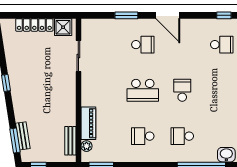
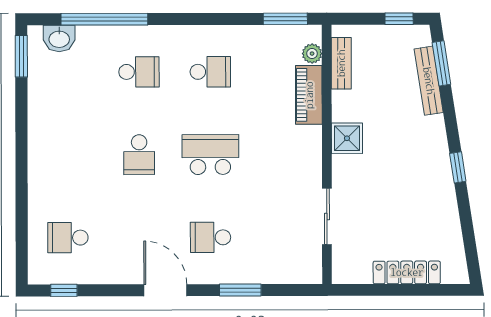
shower: (63, 27) -> (347, 138), moved
bench: (23, 136) -> (429, 81), width x1.36

